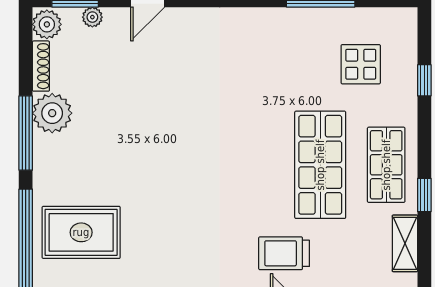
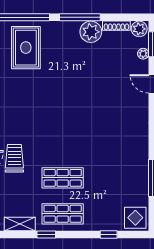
display table: (361, 64) -> (135, 218), moved
shop shelf: (320, 165) -> (63, 178), width x0.70, depth x0.74

